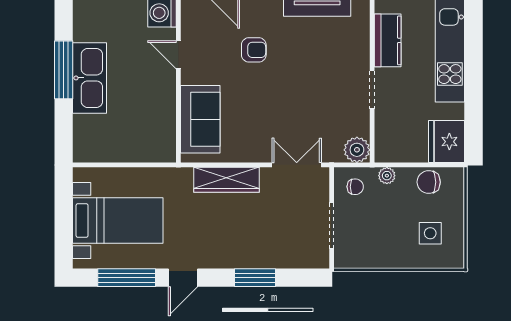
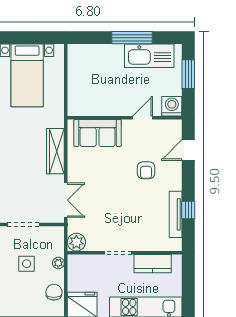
kitchen sink: (90, 78) -> (149, 56), moved
chair: (355, 187) -> (51, 241), removed
side table: (430, 233) -> (27, 264), moved

